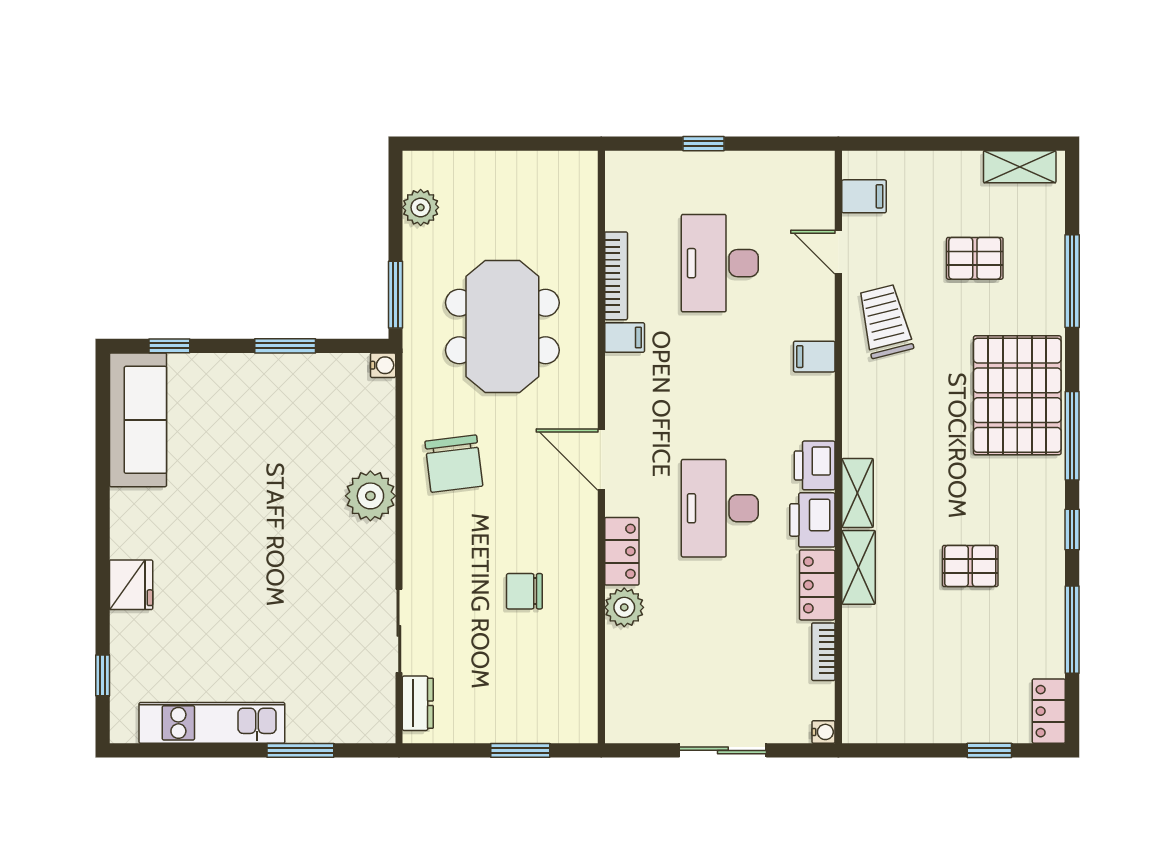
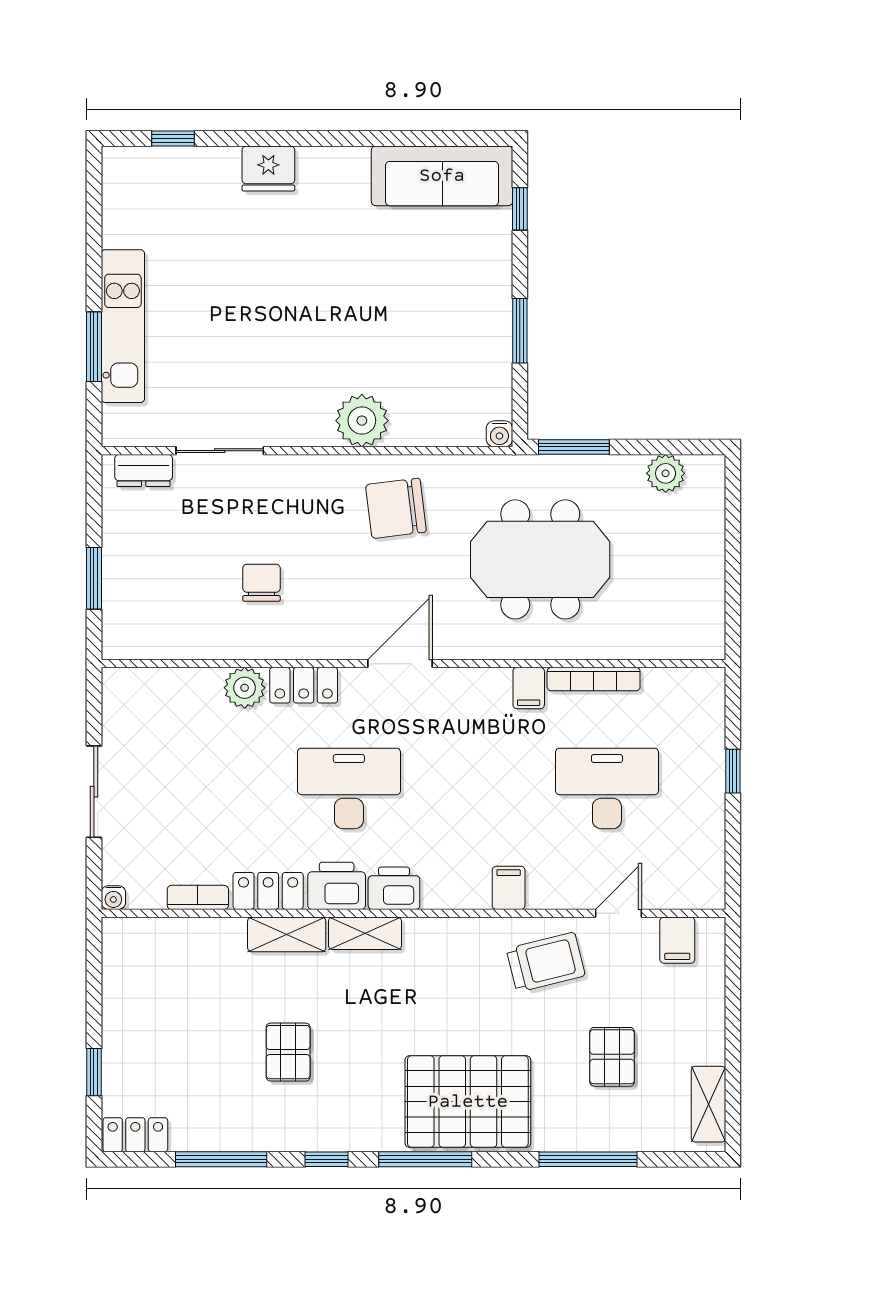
kitchen unit: (212, 723) -> (123, 326), moved

